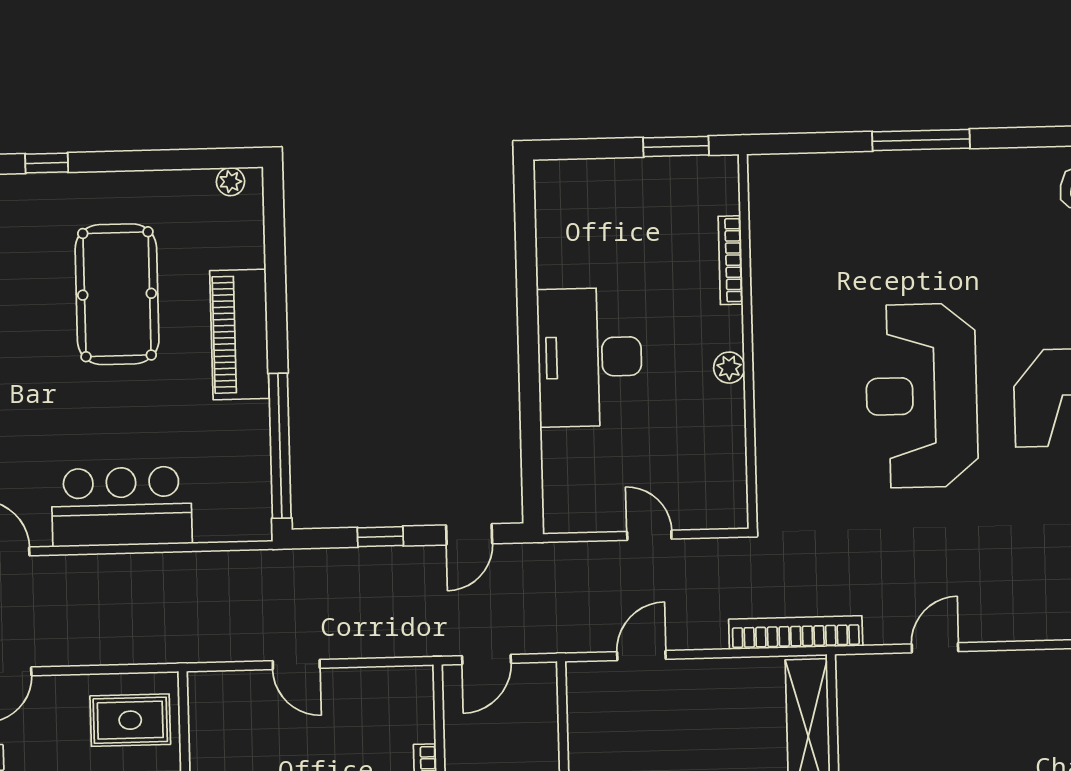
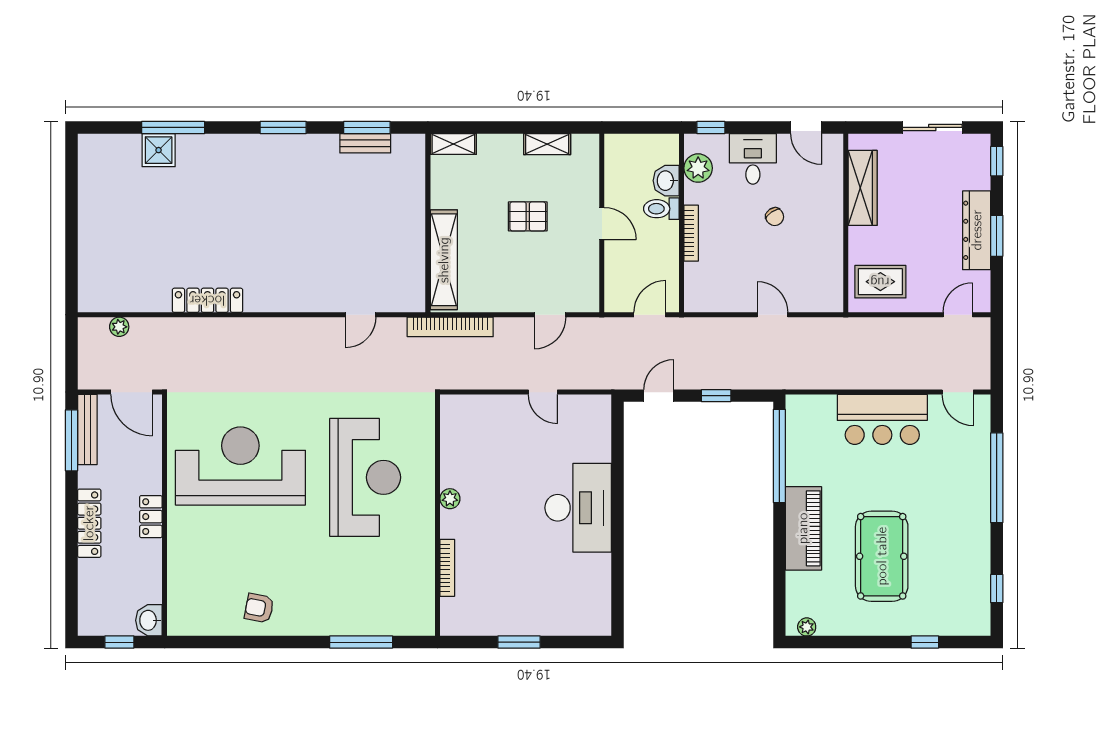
bookcase: (731, 260) -> (447, 568), moved
wall: (748, 341) -> (438, 515), moved
plant: (729, 368) -> (450, 499), moved

